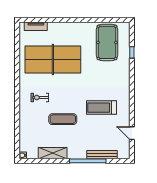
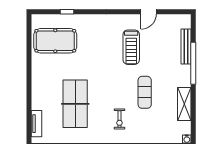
table tennis table: (53, 60) -> (75, 104), width x0.73, depth x0.76
door: (132, 133) -> (149, 12), moved

